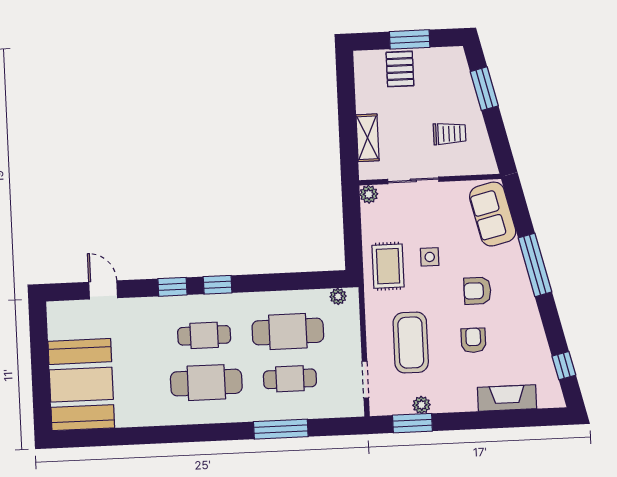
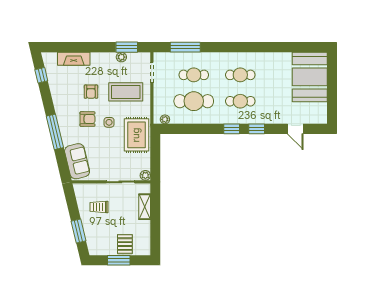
side table: (430, 257) -> (109, 122), moved
rug: (388, 266) -> (136, 135), width x1.36, depth x1.43
coffee table: (411, 343) -> (126, 92), turned 90
cafe table: (206, 383) -> (240, 75), width x0.73, depth x0.74
window: (281, 429) -> (185, 47), moved

